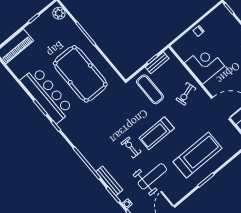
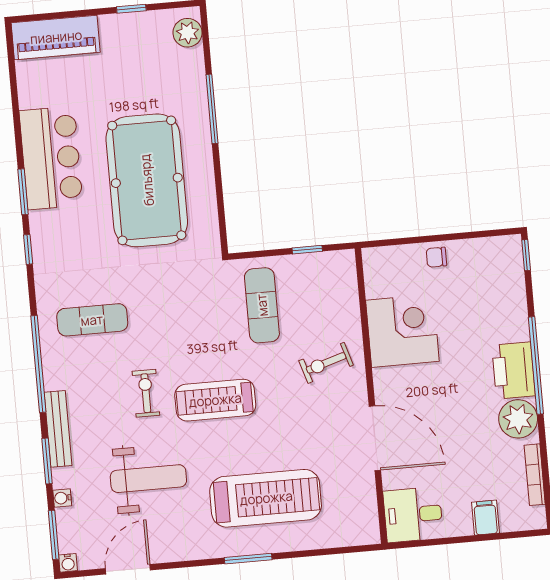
bench: (157, 63) -> (312, 263), removed
bar counter: (47, 95) -> (51, 158), width x0.73
exercise mat: (95, 135) -> (92, 320), added

